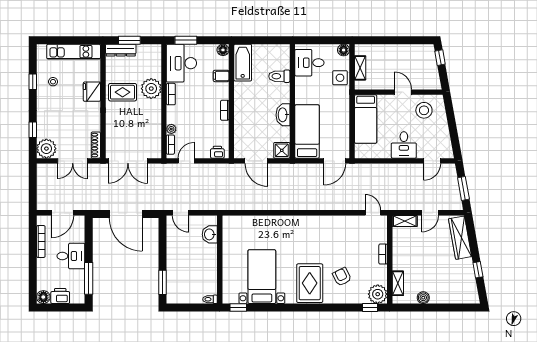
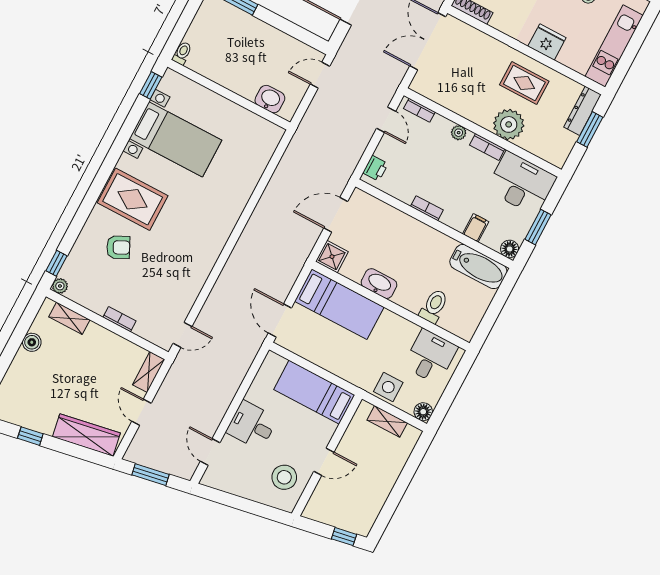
window: (186, 40) -> (538, 227), moved
rug: (123, 92) -> (524, 83), turned 90
plant: (171, 129) -> (459, 133), moved
plant: (378, 294) -> (60, 286), width x0.53, depth x0.53

